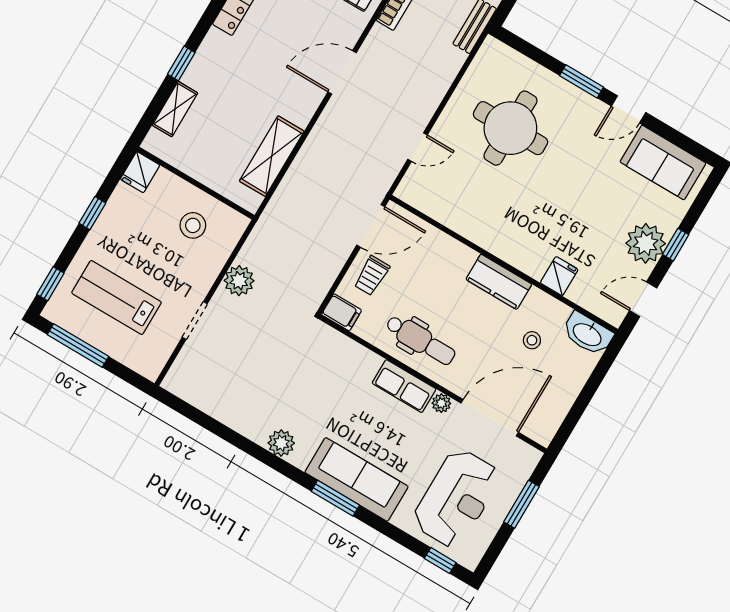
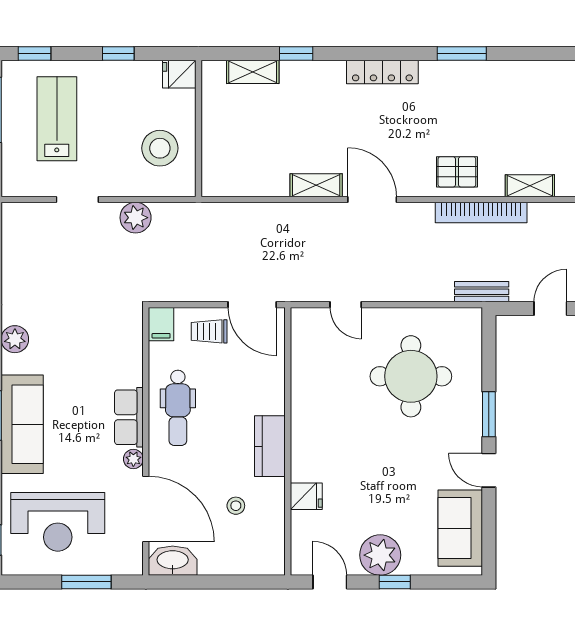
shelving: (272, 156) -> (316, 185), moved, width x0.67, depth x0.75
stool: (193, 225) -> (160, 148), width x1.38, depth x1.38
washbasin: (588, 334) -> (173, 561), moved, turned 90

